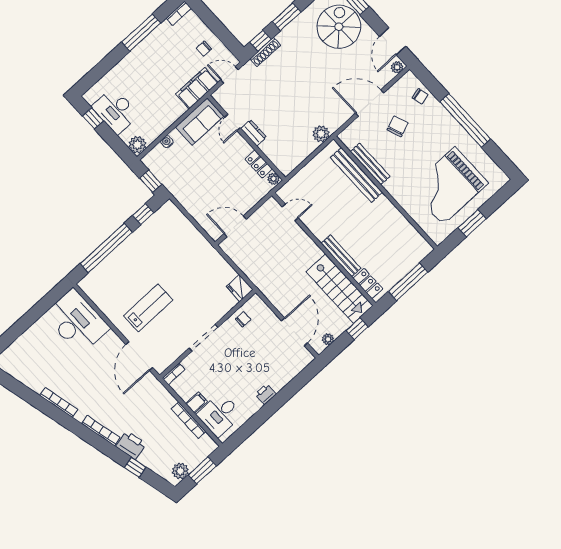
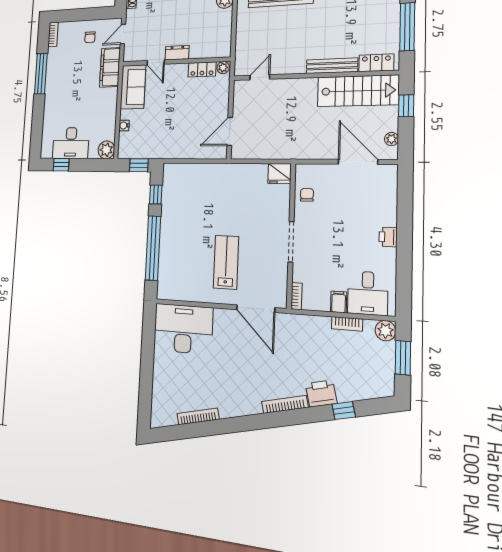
bookcase: (59, 402) -> (198, 416), moved
bookcase: (189, 420) -> (347, 324), width x0.64
plant: (180, 471) -> (385, 331), moved

